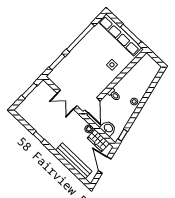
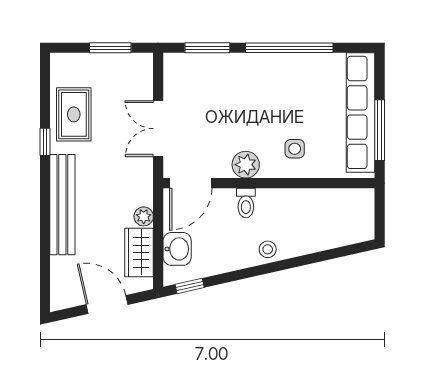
plant: (103, 84) -> (246, 165), added
rug: (39, 121) -> (74, 114), added
bench: (74, 161) -> (62, 205), moved
door: (105, 165) -> (107, 304), hinge flipped

